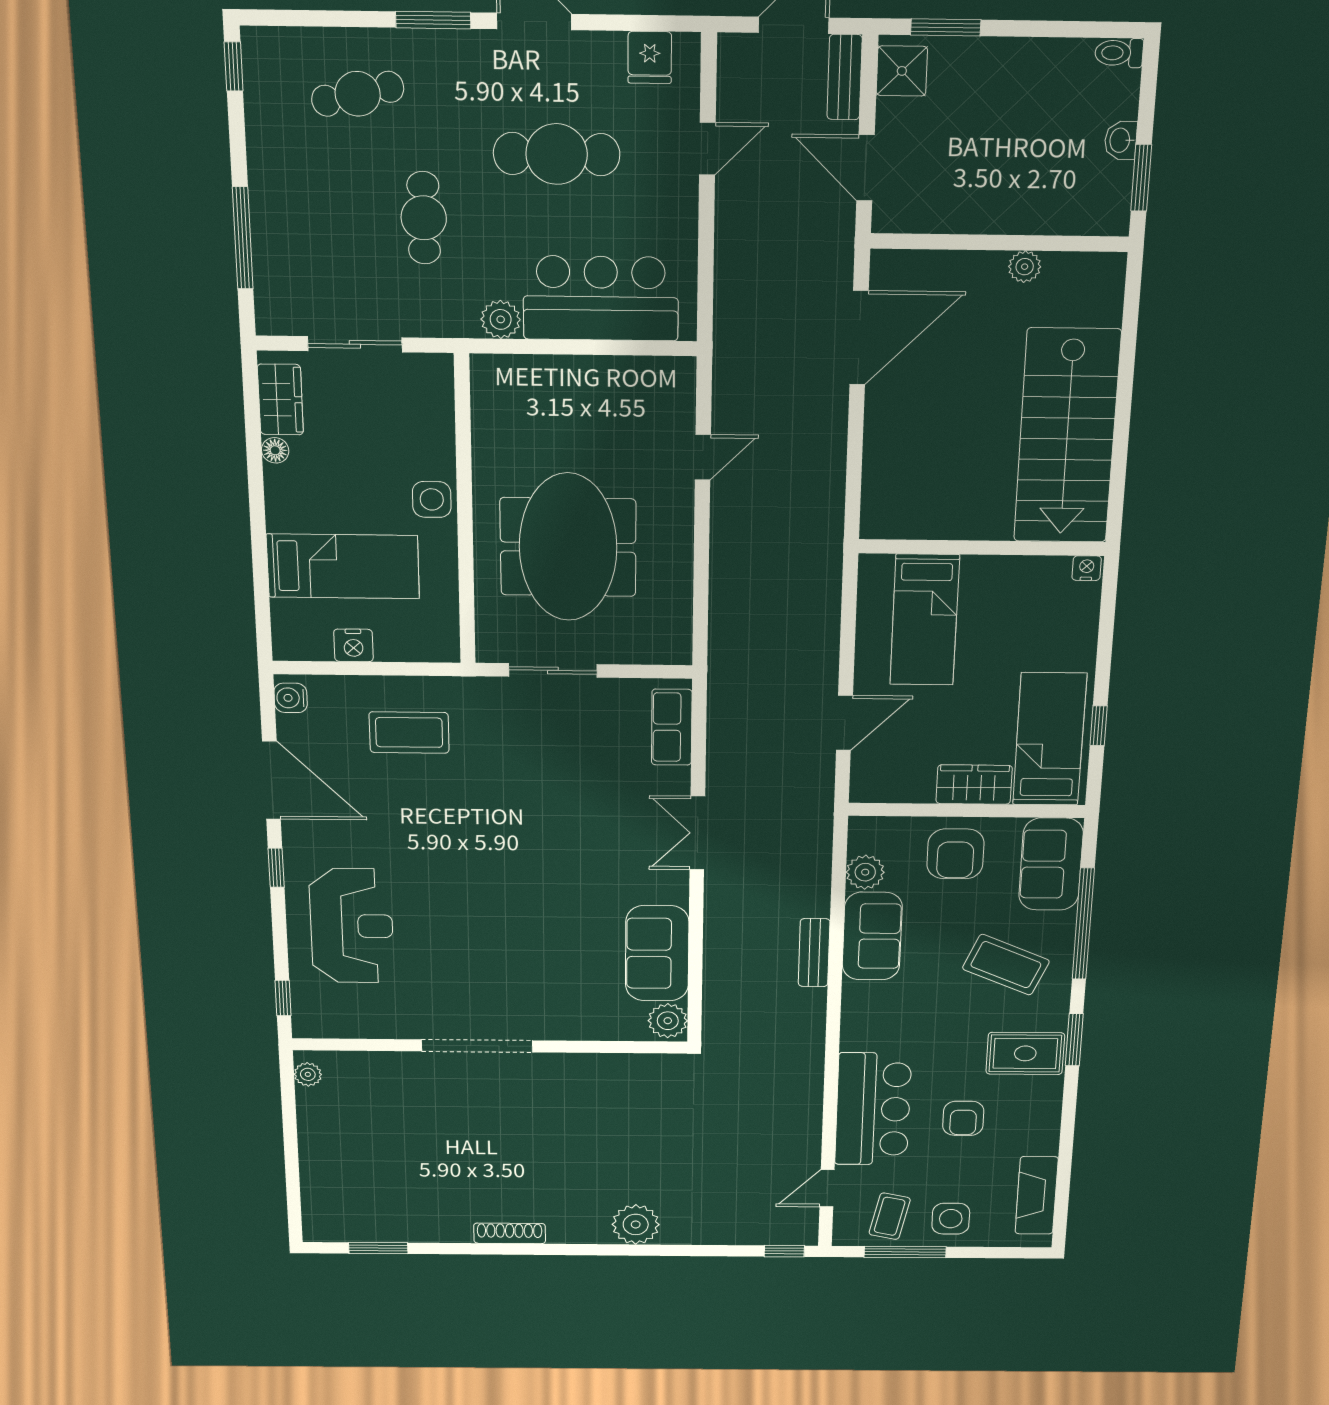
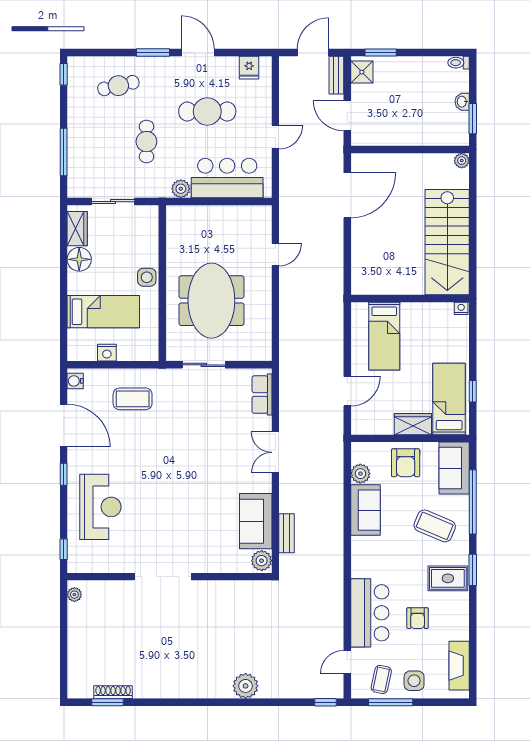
door: (707, 149) -> (275, 137), moved
plant: (1025, 267) -> (462, 161), moved
floor lamp: (275, 450) -> (79, 259), width x1.89, depth x1.89
bench: (814, 953) -> (287, 533), moved
shoe rack: (510, 1233) -> (113, 692), moved

